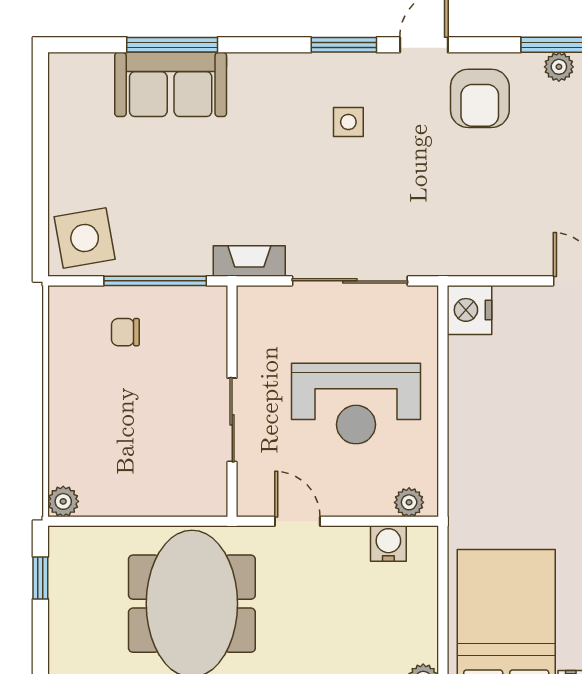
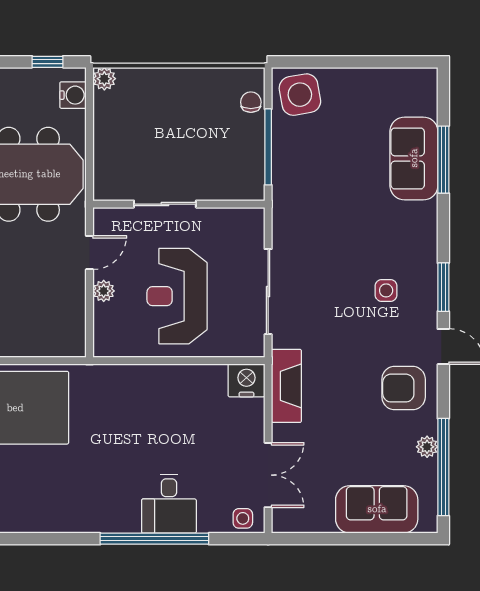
fireplace: (249, 261) -> (286, 386), moved, width x1.37, depth x1.32
chair: (125, 332) -> (251, 102), moved
plant: (409, 502) -> (104, 291), moved
water cooler: (388, 544) -> (73, 95), moved

